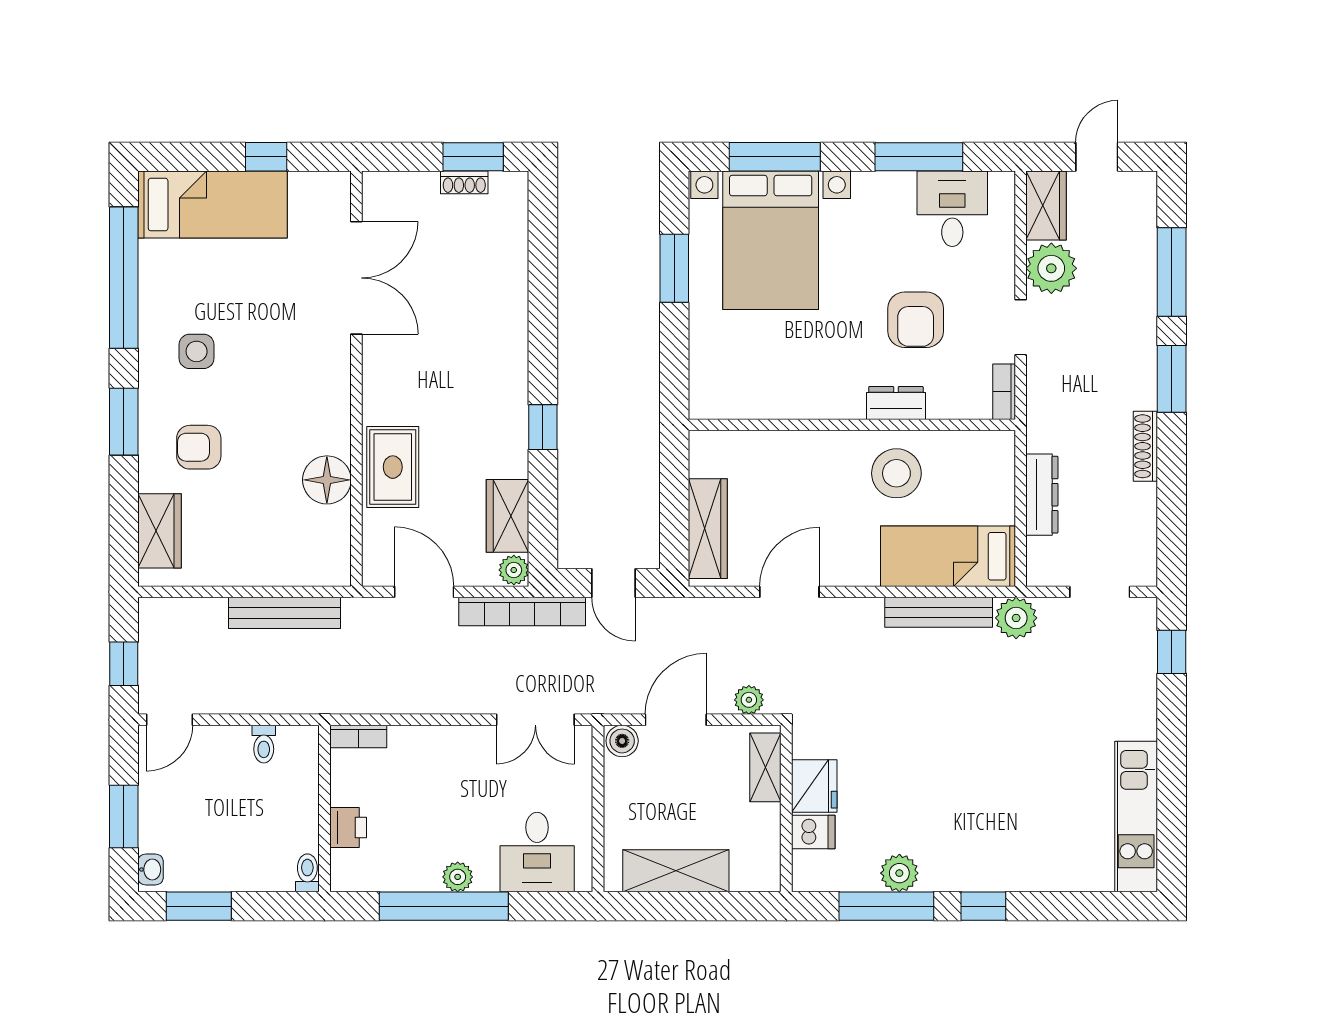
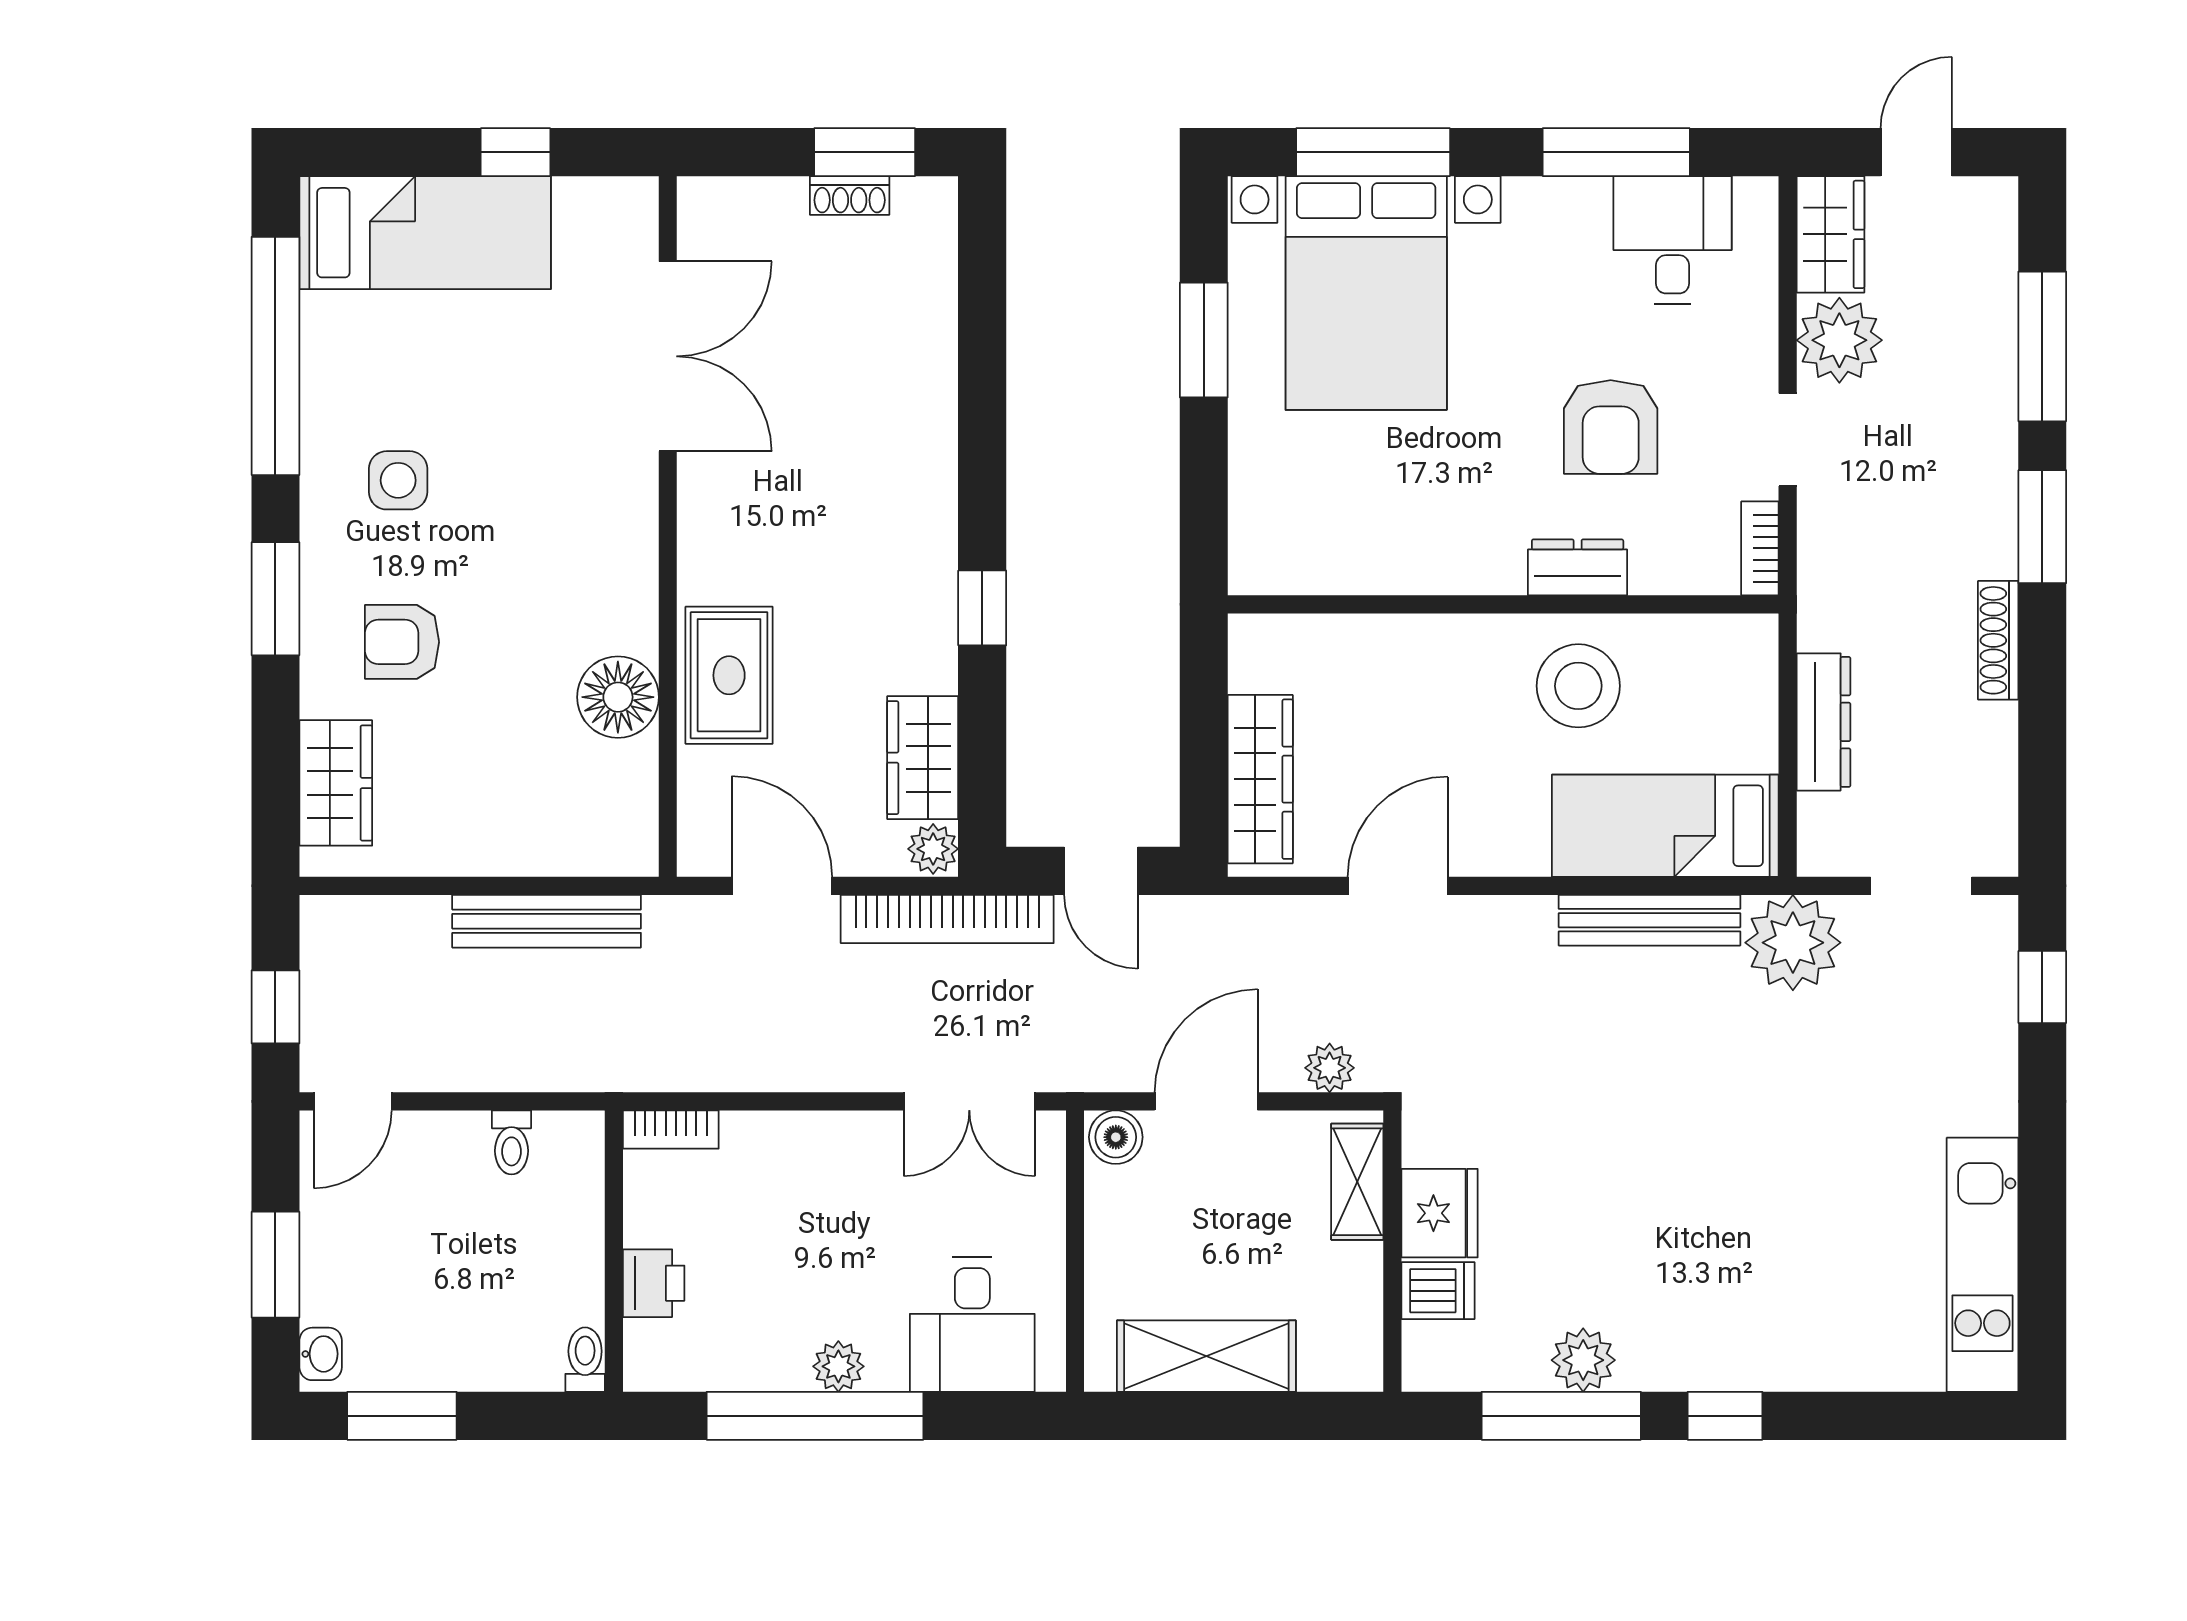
plant: (1016, 618) -> (1793, 943), width x1.36, depth x1.36

